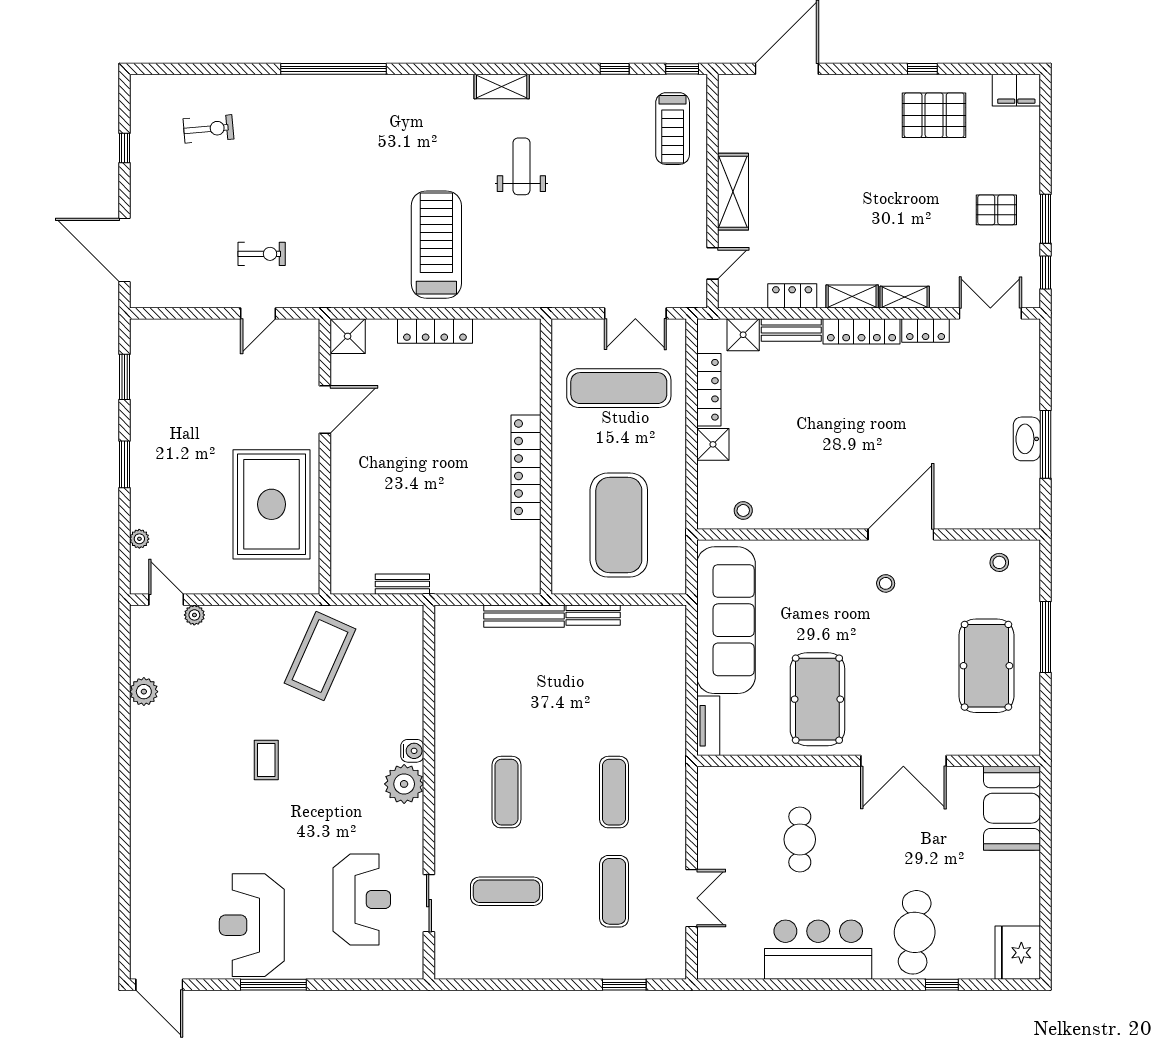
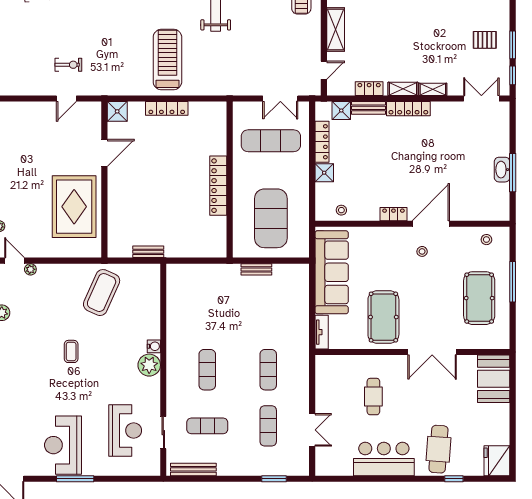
locker: (926, 331) -> (393, 214), moved, turned 180
bench: (524, 616) -> (193, 469), moved

